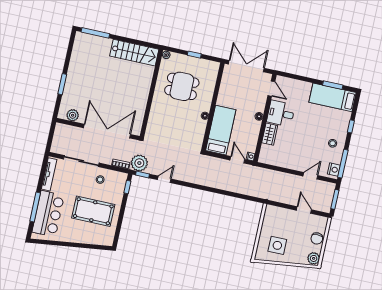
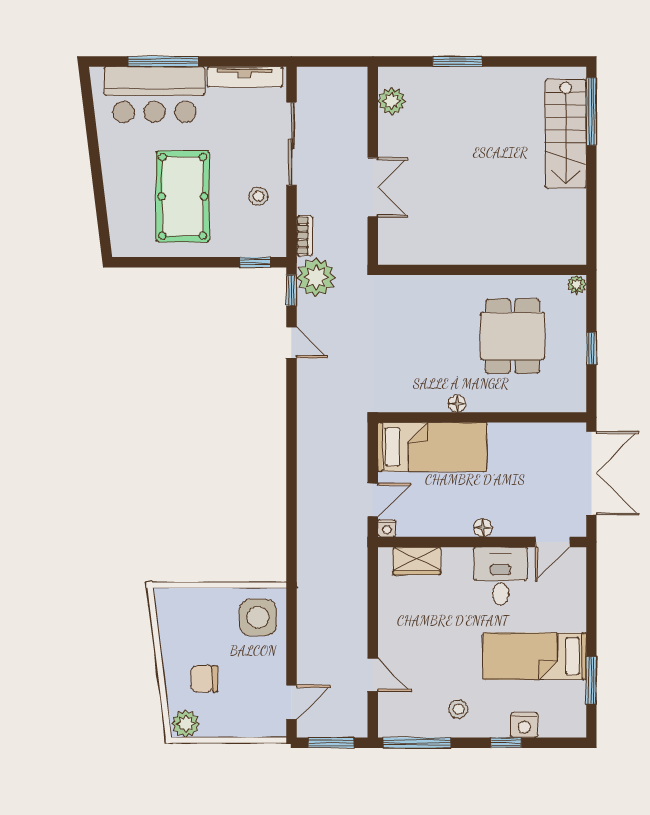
stairs: (134, 53) -> (566, 134), moved
bed: (333, 97) -> (535, 656), moved, turned -90
double door: (107, 131) -> (373, 187), width x0.54
wardrobe: (270, 134) -> (417, 561), moved
nightstand: (334, 170) -> (524, 725), moved
door: (304, 210) -> (291, 702), moved
chair: (317, 238) -> (204, 679), moved
side table: (277, 245) -> (258, 617), moved

